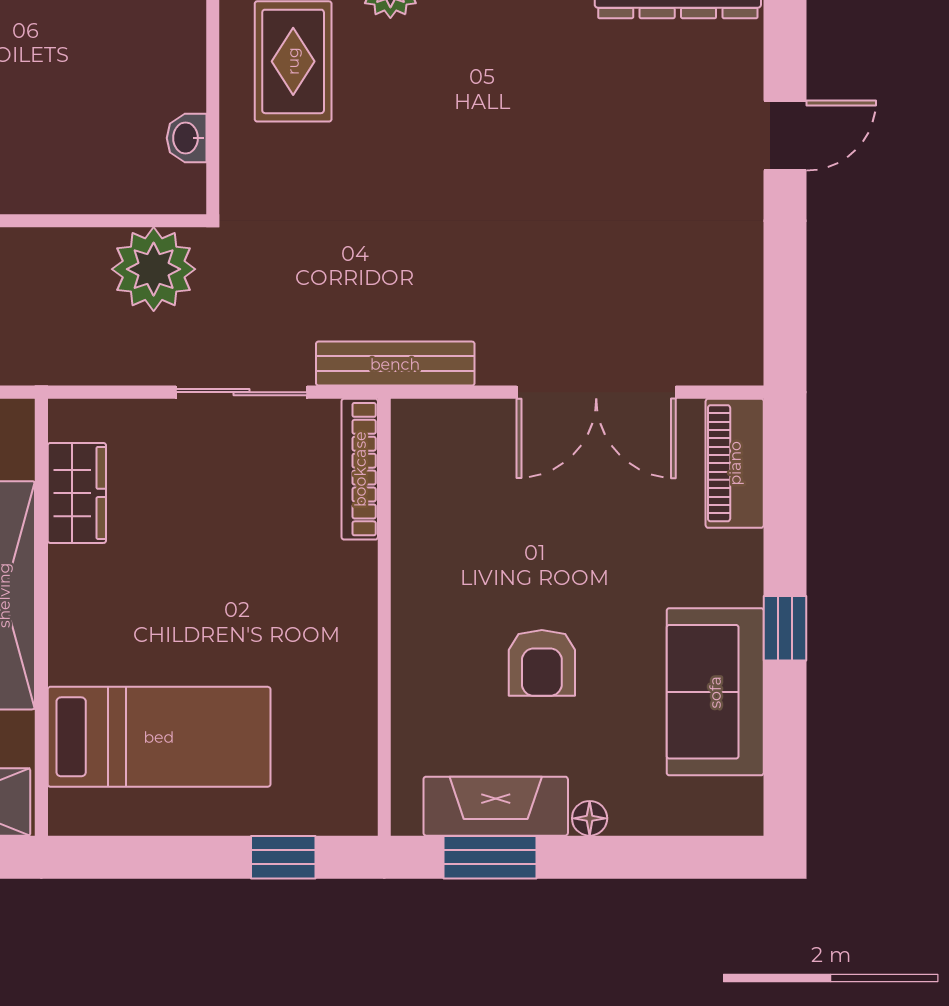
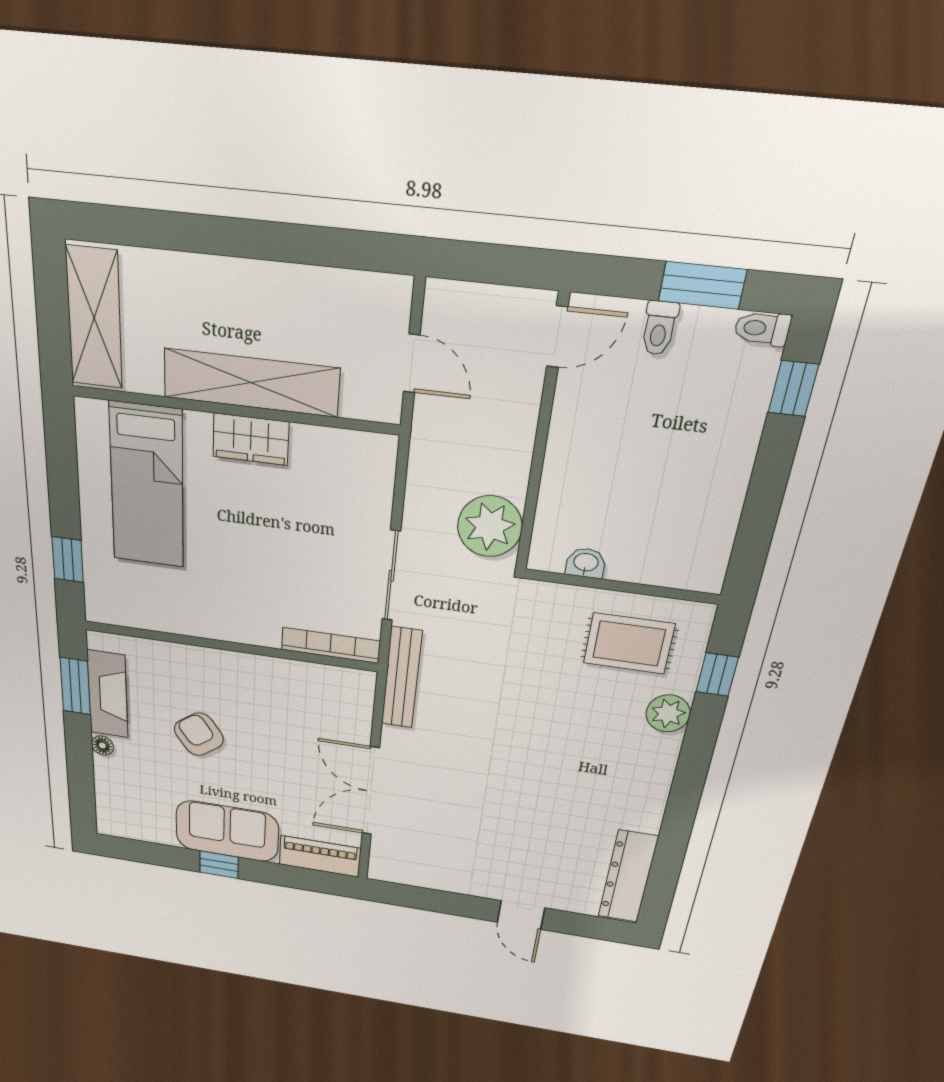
wardrobe: (77, 493) -> (251, 439), moved
armchair: (542, 663) -> (199, 734), turned 54
sofa: (715, 692) -> (227, 831), moved

